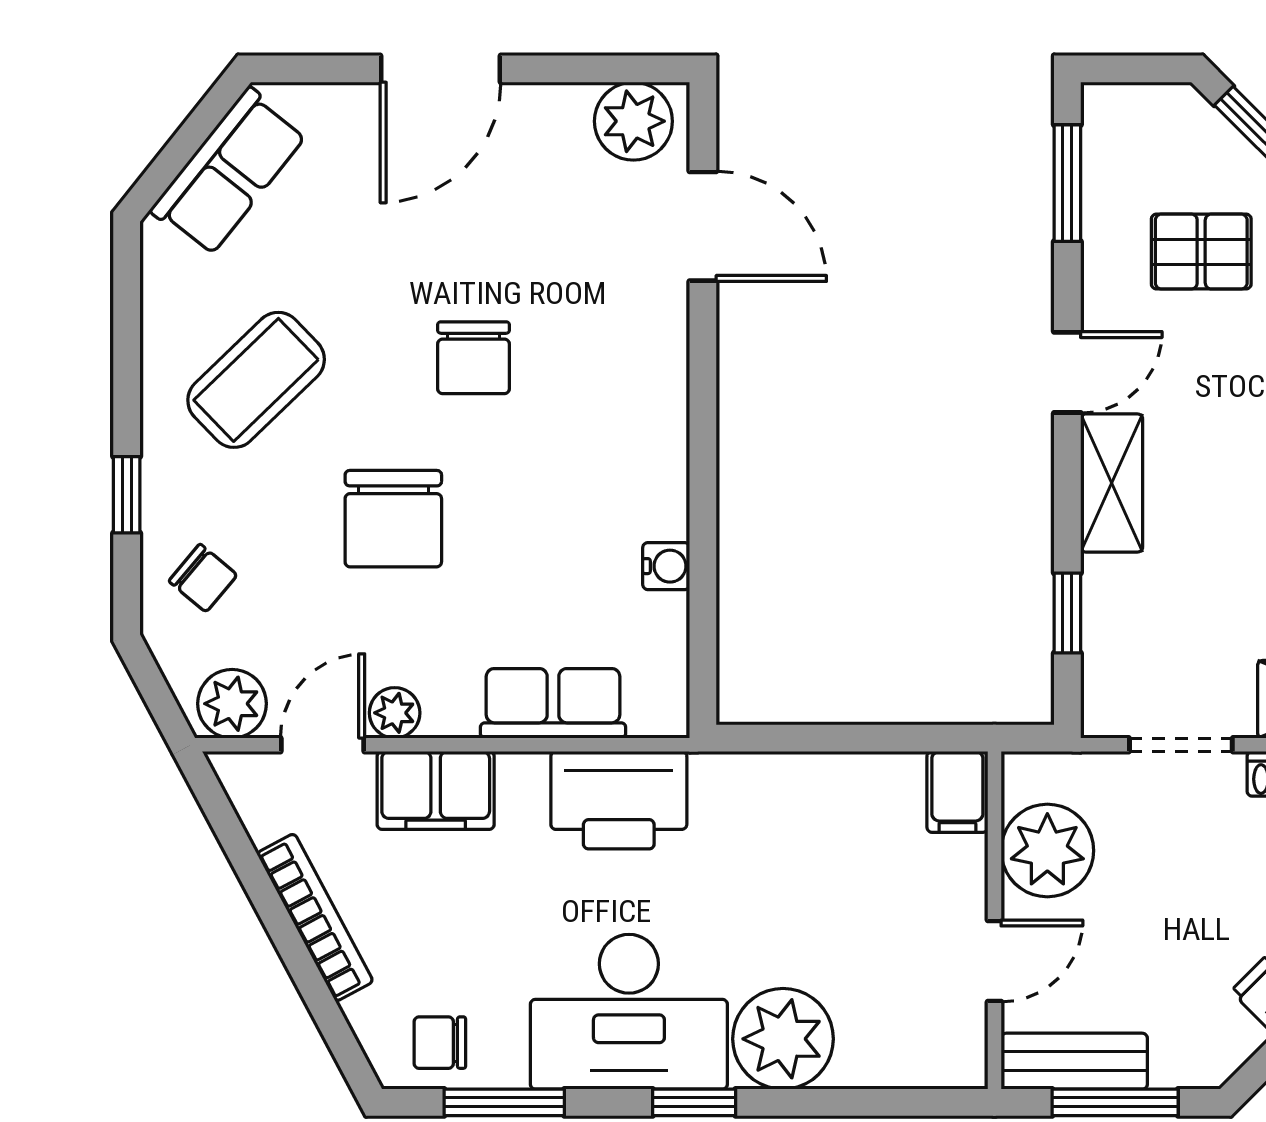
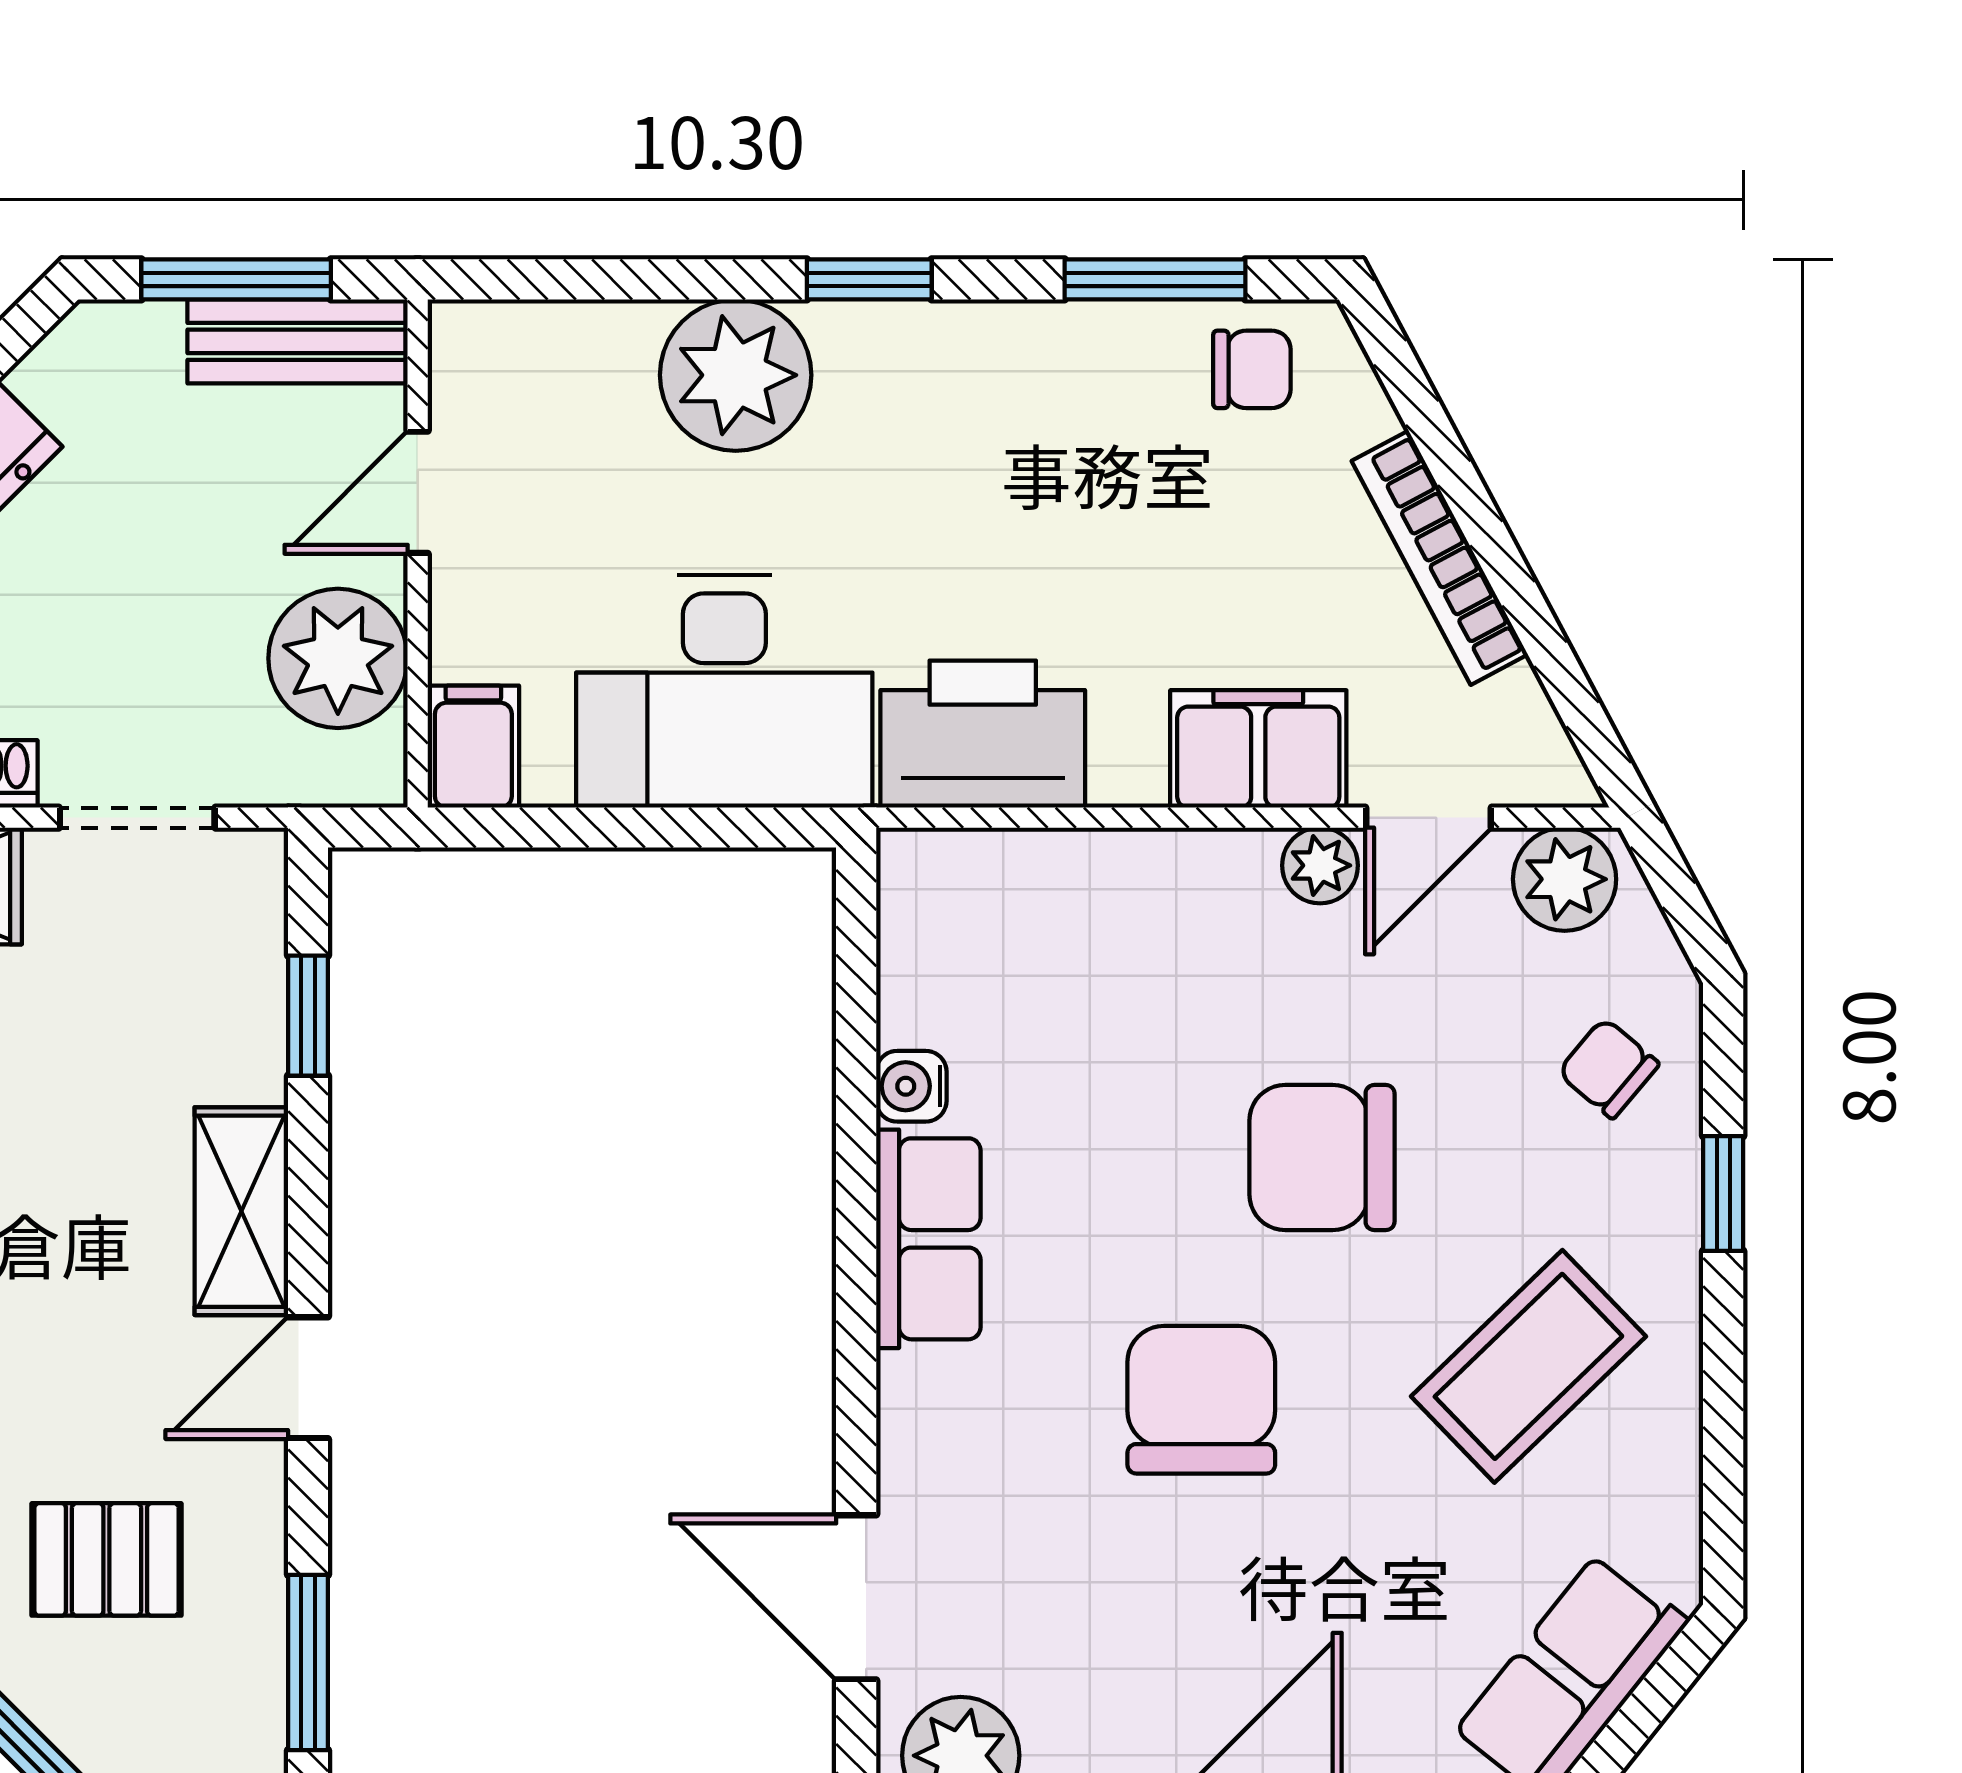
chair: (474, 358) -> (1201, 1400), width x1.37, depth x1.37
chair: (393, 519) -> (1322, 1158), turned -90
row of seats: (553, 703) -> (928, 1239), moved, turned -90
desk: (629, 1012) -> (724, 691), moved, turned 180

